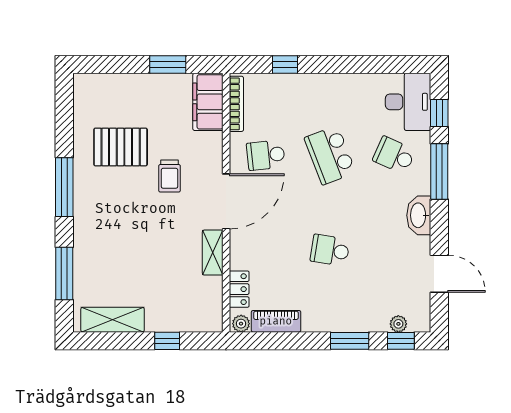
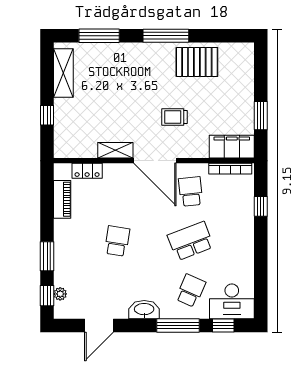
pallet: (121, 147) -> (197, 62), moved, turned 90
plant: (241, 324) -> (60, 172), removed

